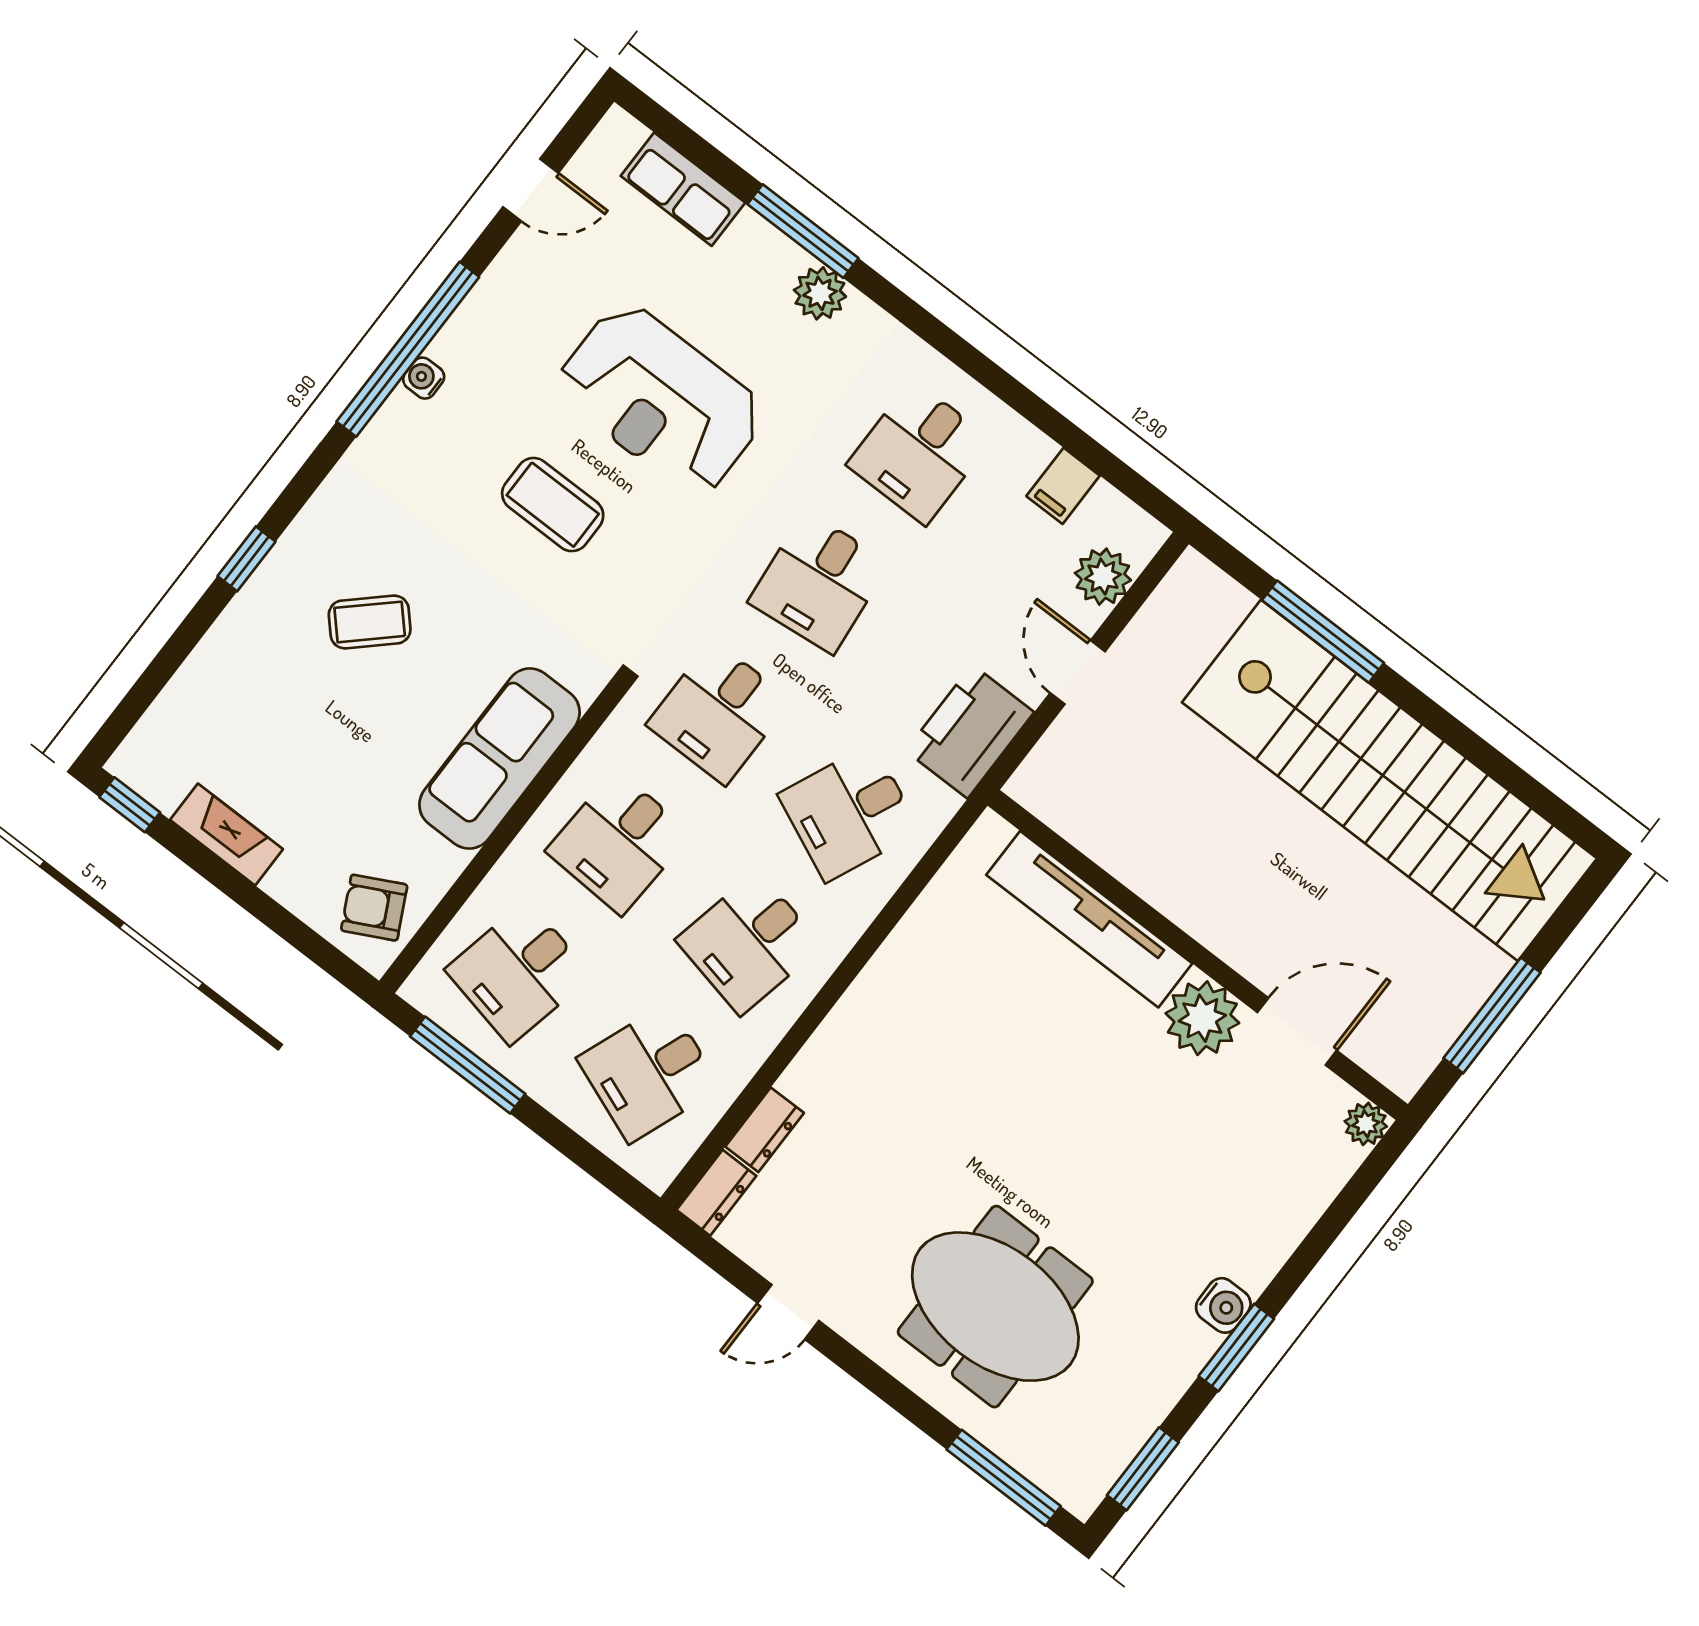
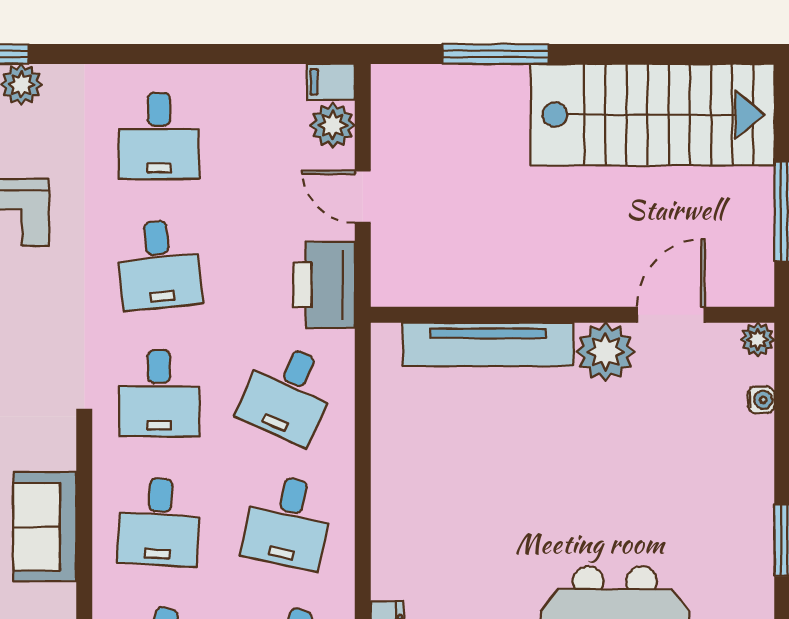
filing cabinet: (1063, 486) -> (331, 82), moved, turned 90
sofa: (499, 759) -> (45, 527), width x0.73
stairs: (1389, 780) -> (652, 115), width x0.73
water cooler: (1223, 1305) -> (761, 400), moved, width x0.72, depth x0.72

